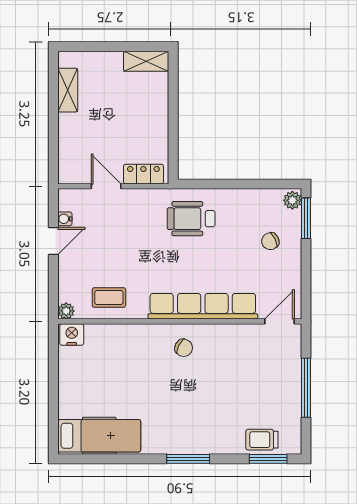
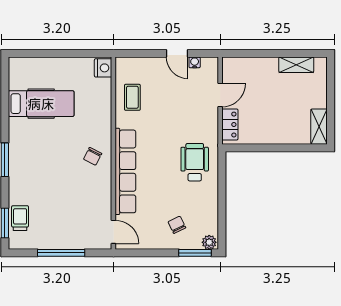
plant: (66, 311) -> (122, 63), removed
hospital bed: (99, 436) -> (41, 104), moved, turned -90

